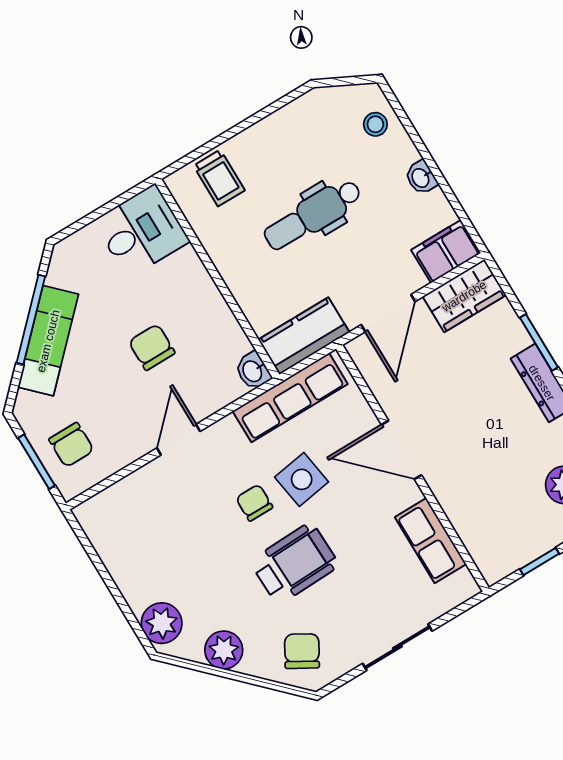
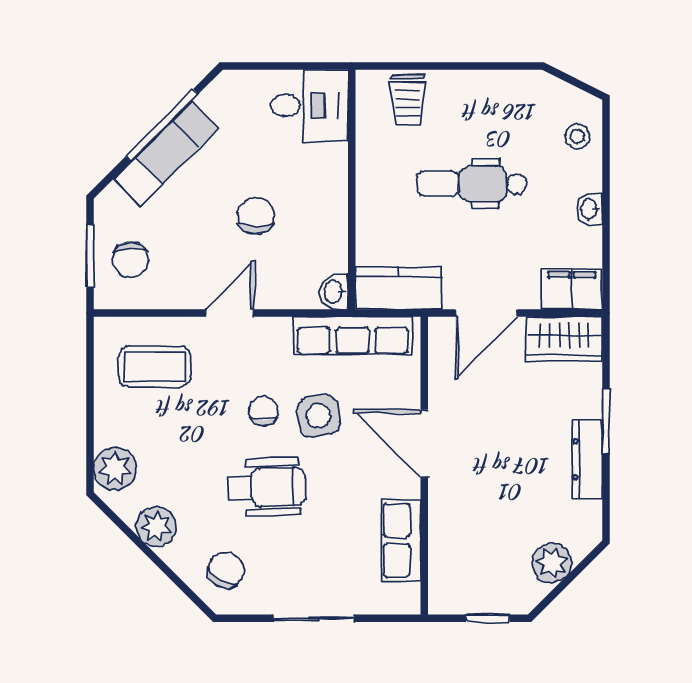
coffee table: (144, 520) -> (155, 367), added

